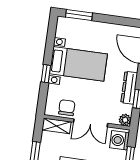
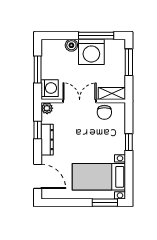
bed with nightstands: (78, 64) -> (99, 177), moved

